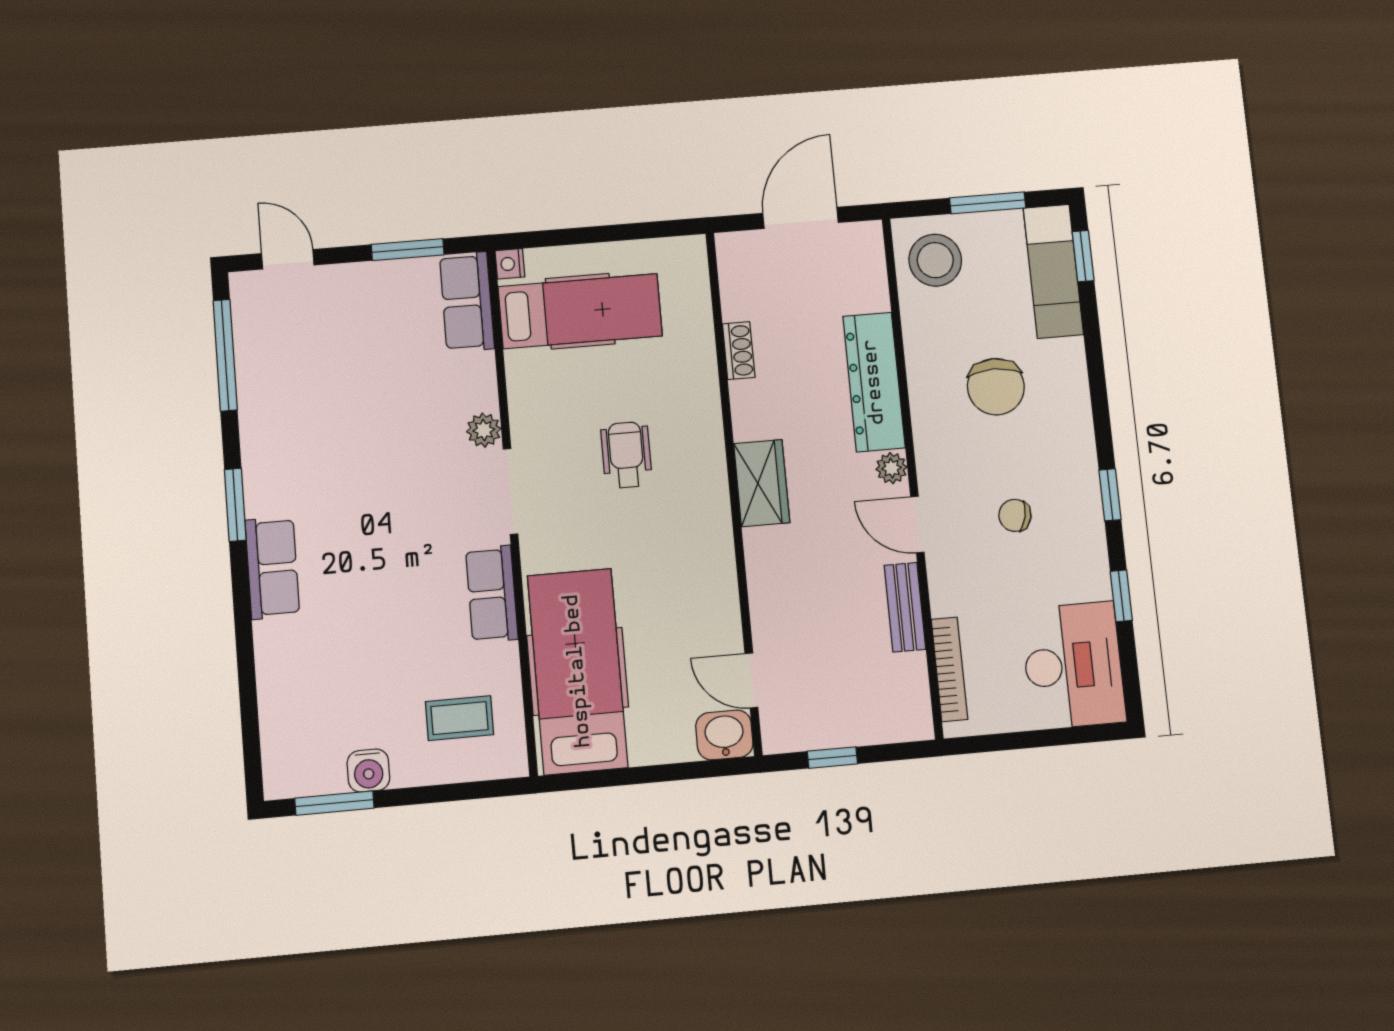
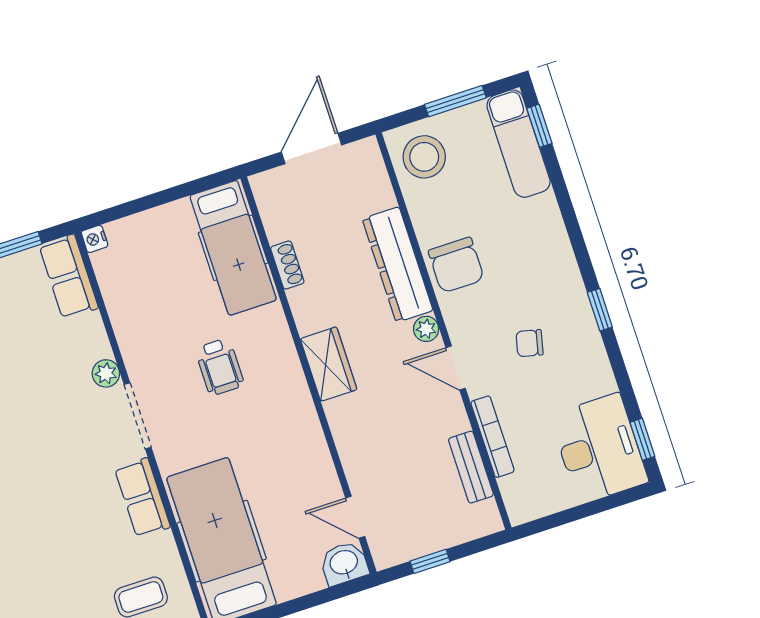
hospital bed: (580, 311) -> (233, 248), moved, turned 90
chair: (996, 387) -> (456, 265), moved
wheelchair: (626, 455) -> (220, 367), turned 180
window: (1121, 596) -> (642, 439), moved
bench: (905, 607) -> (471, 467), moved
bookcase: (949, 669) -> (493, 437), moved

